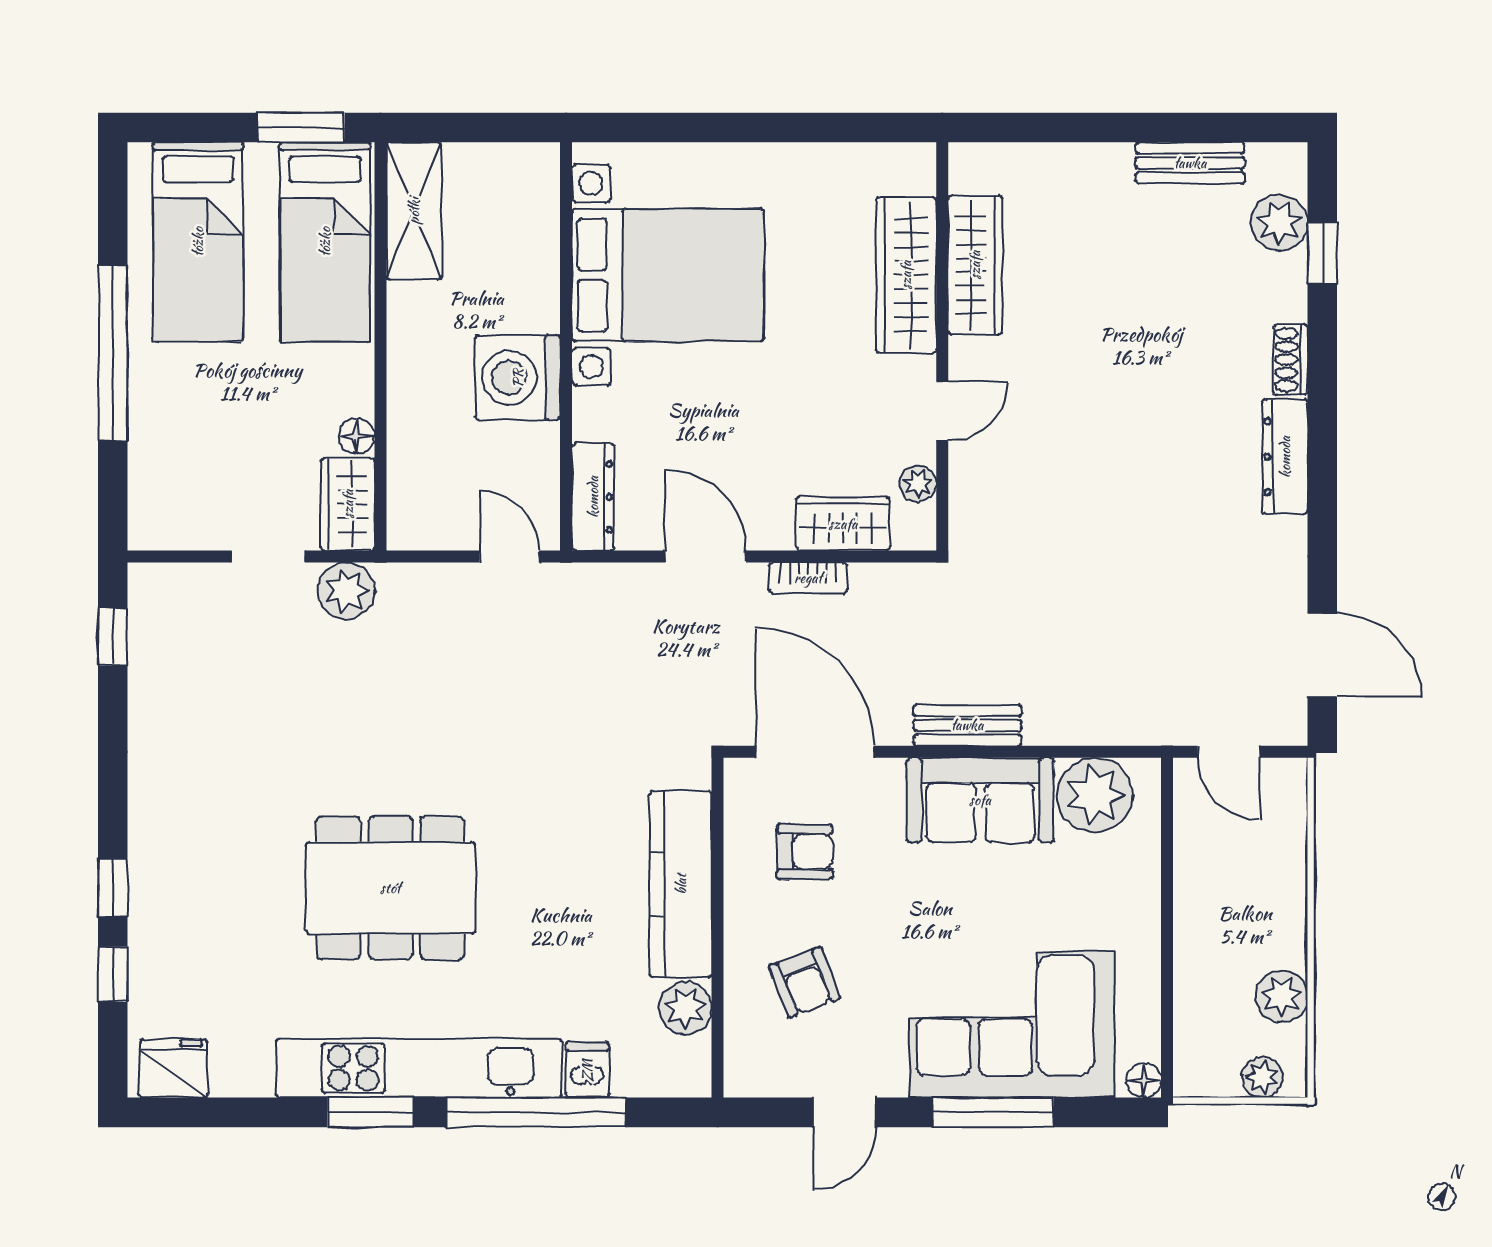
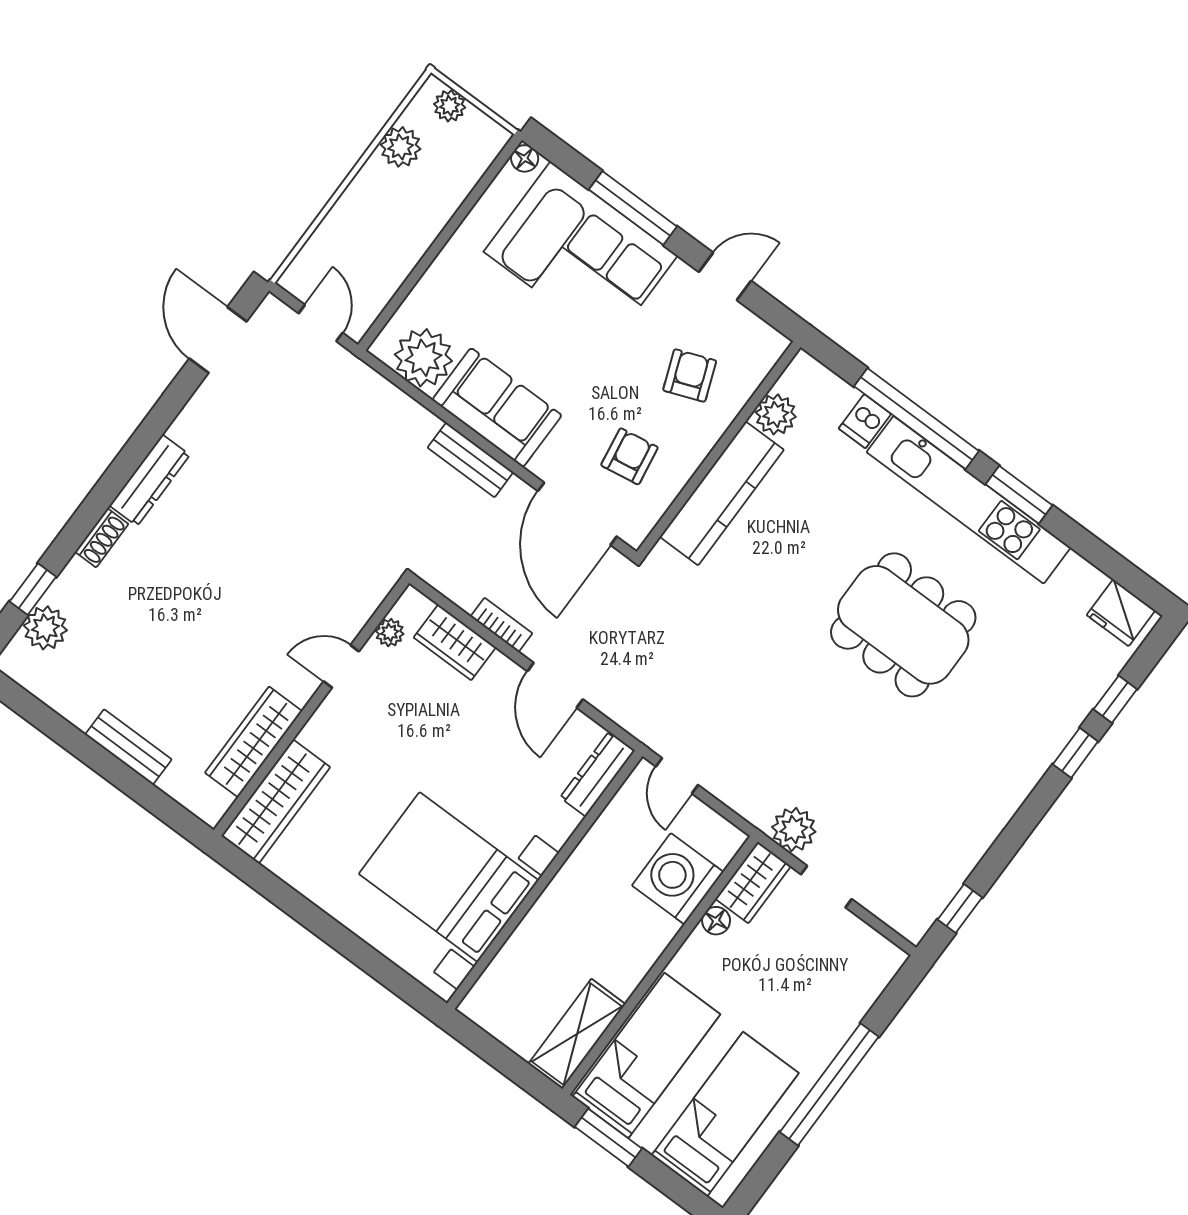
bench: (1190, 163) -> (128, 747), moved
wardrobe: (906, 275) -> (276, 801), moved
washing machine: (518, 378) -> (678, 879), moved, turned 180
armchair: (805, 852) -> (629, 456), turned 81

